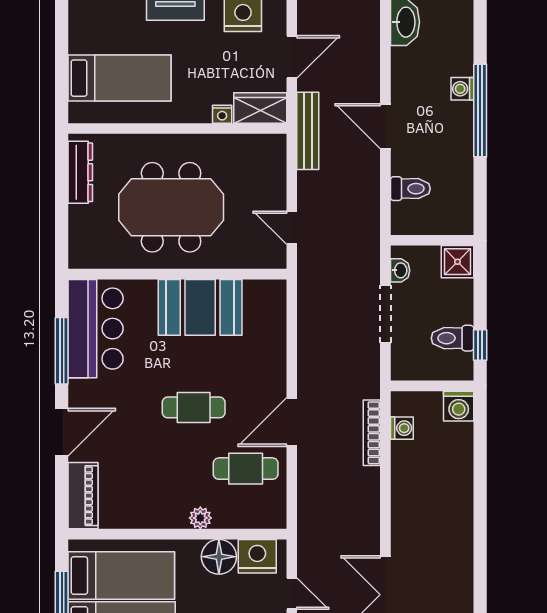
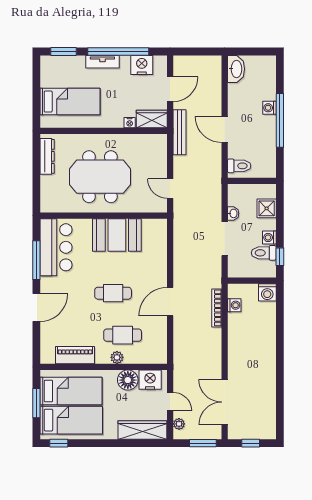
wall: (432, 240) -> (252, 181), moved
washing machine: (462, 312) -> (269, 237), added
cafe table: (246, 469) -> (123, 335), moved
piano: (83, 496) -> (75, 355), moved, turned -90

